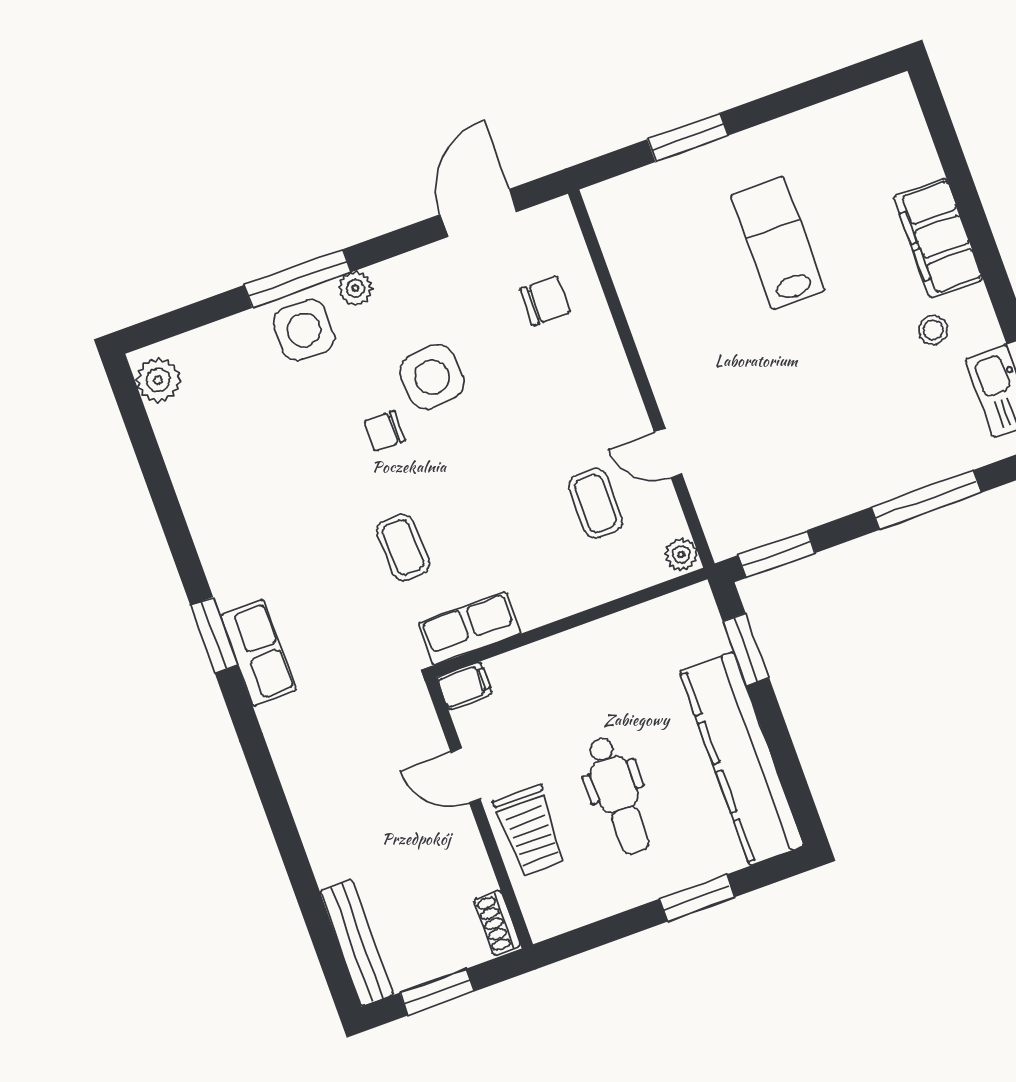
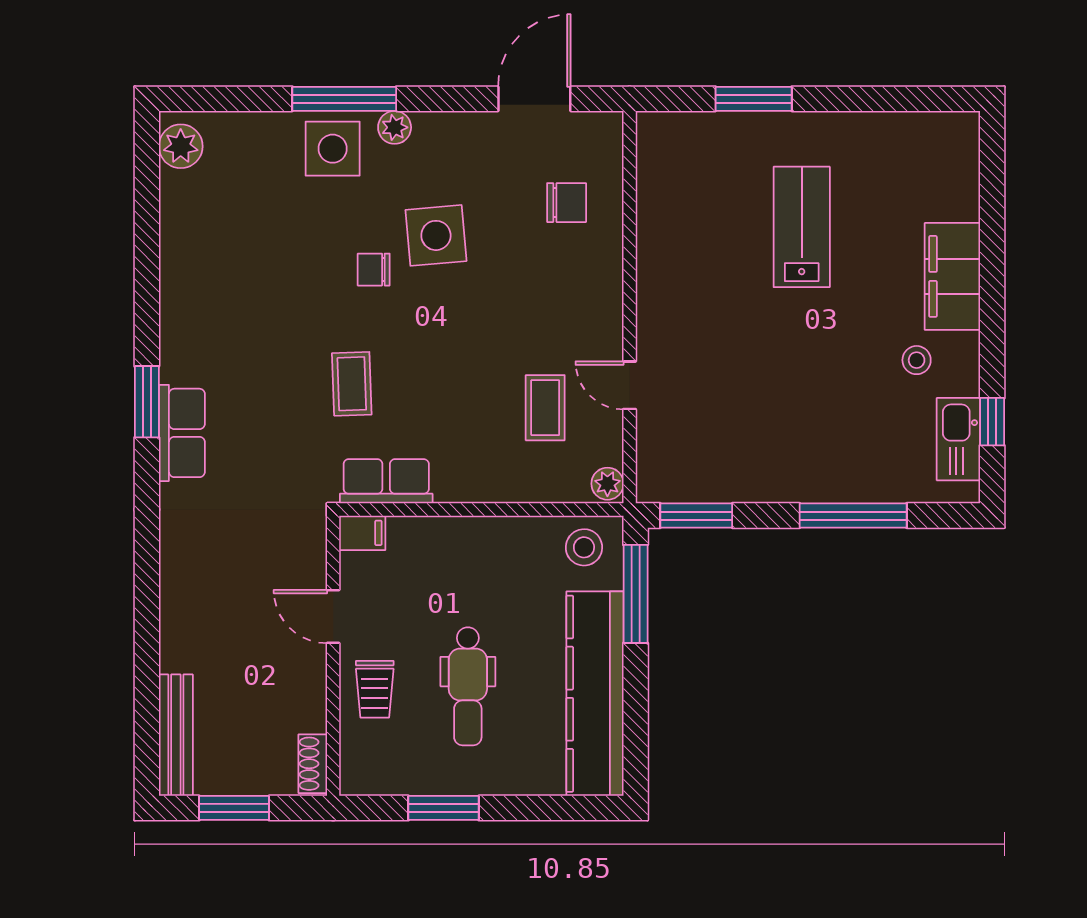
stool: (681, 623) -> (584, 547), added
window: (746, 650) -> (636, 594), width x1.44
trolley: (530, 830) -> (375, 689), width x0.73, depth x0.72
window: (697, 898) -> (444, 808), moved

